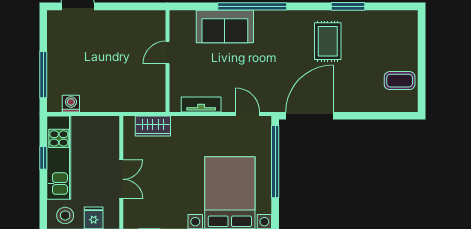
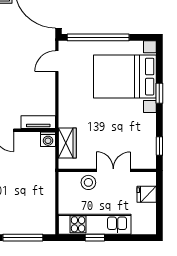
washing machine: (71, 104) -> (48, 139), moved, turned -90
tv unit: (201, 104) -> (38, 122), moved, turned 90
stool: (65, 215) -> (88, 182), moved

